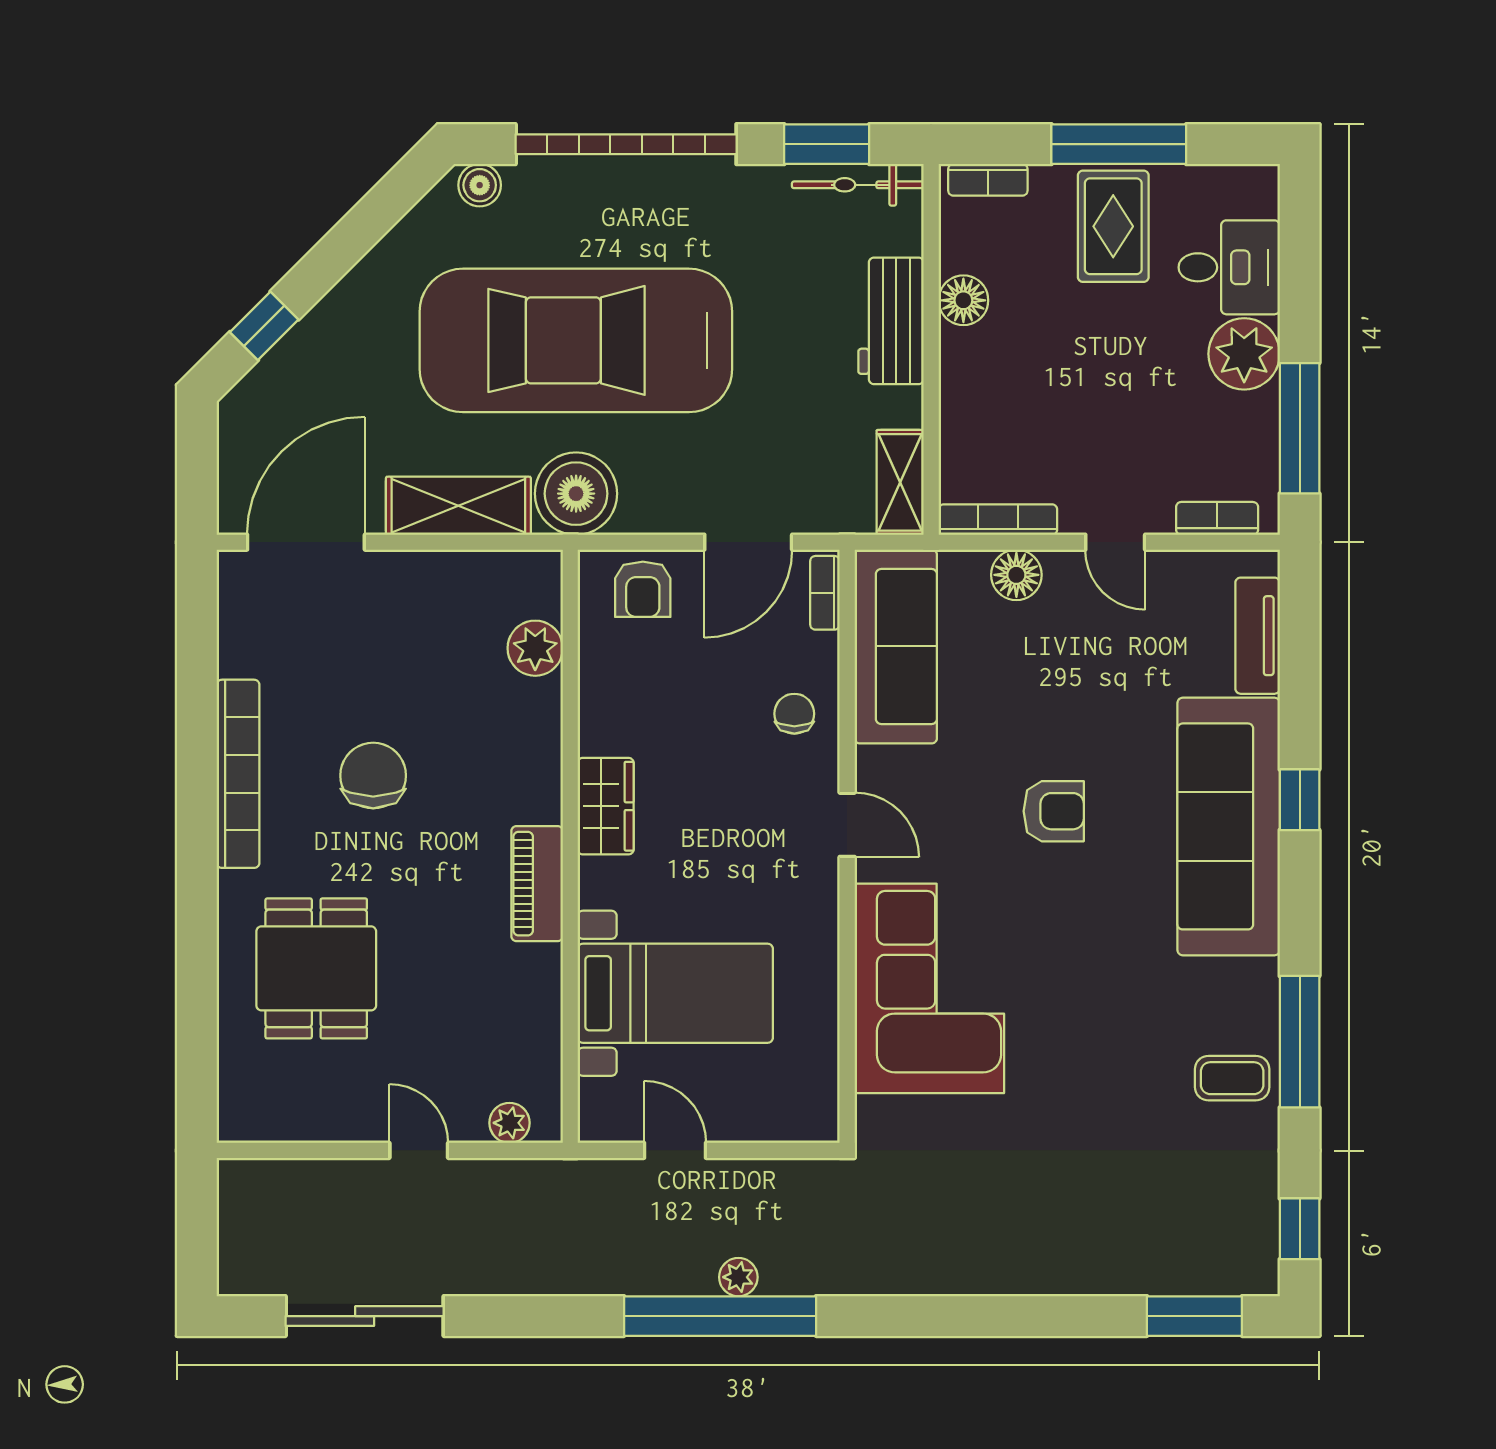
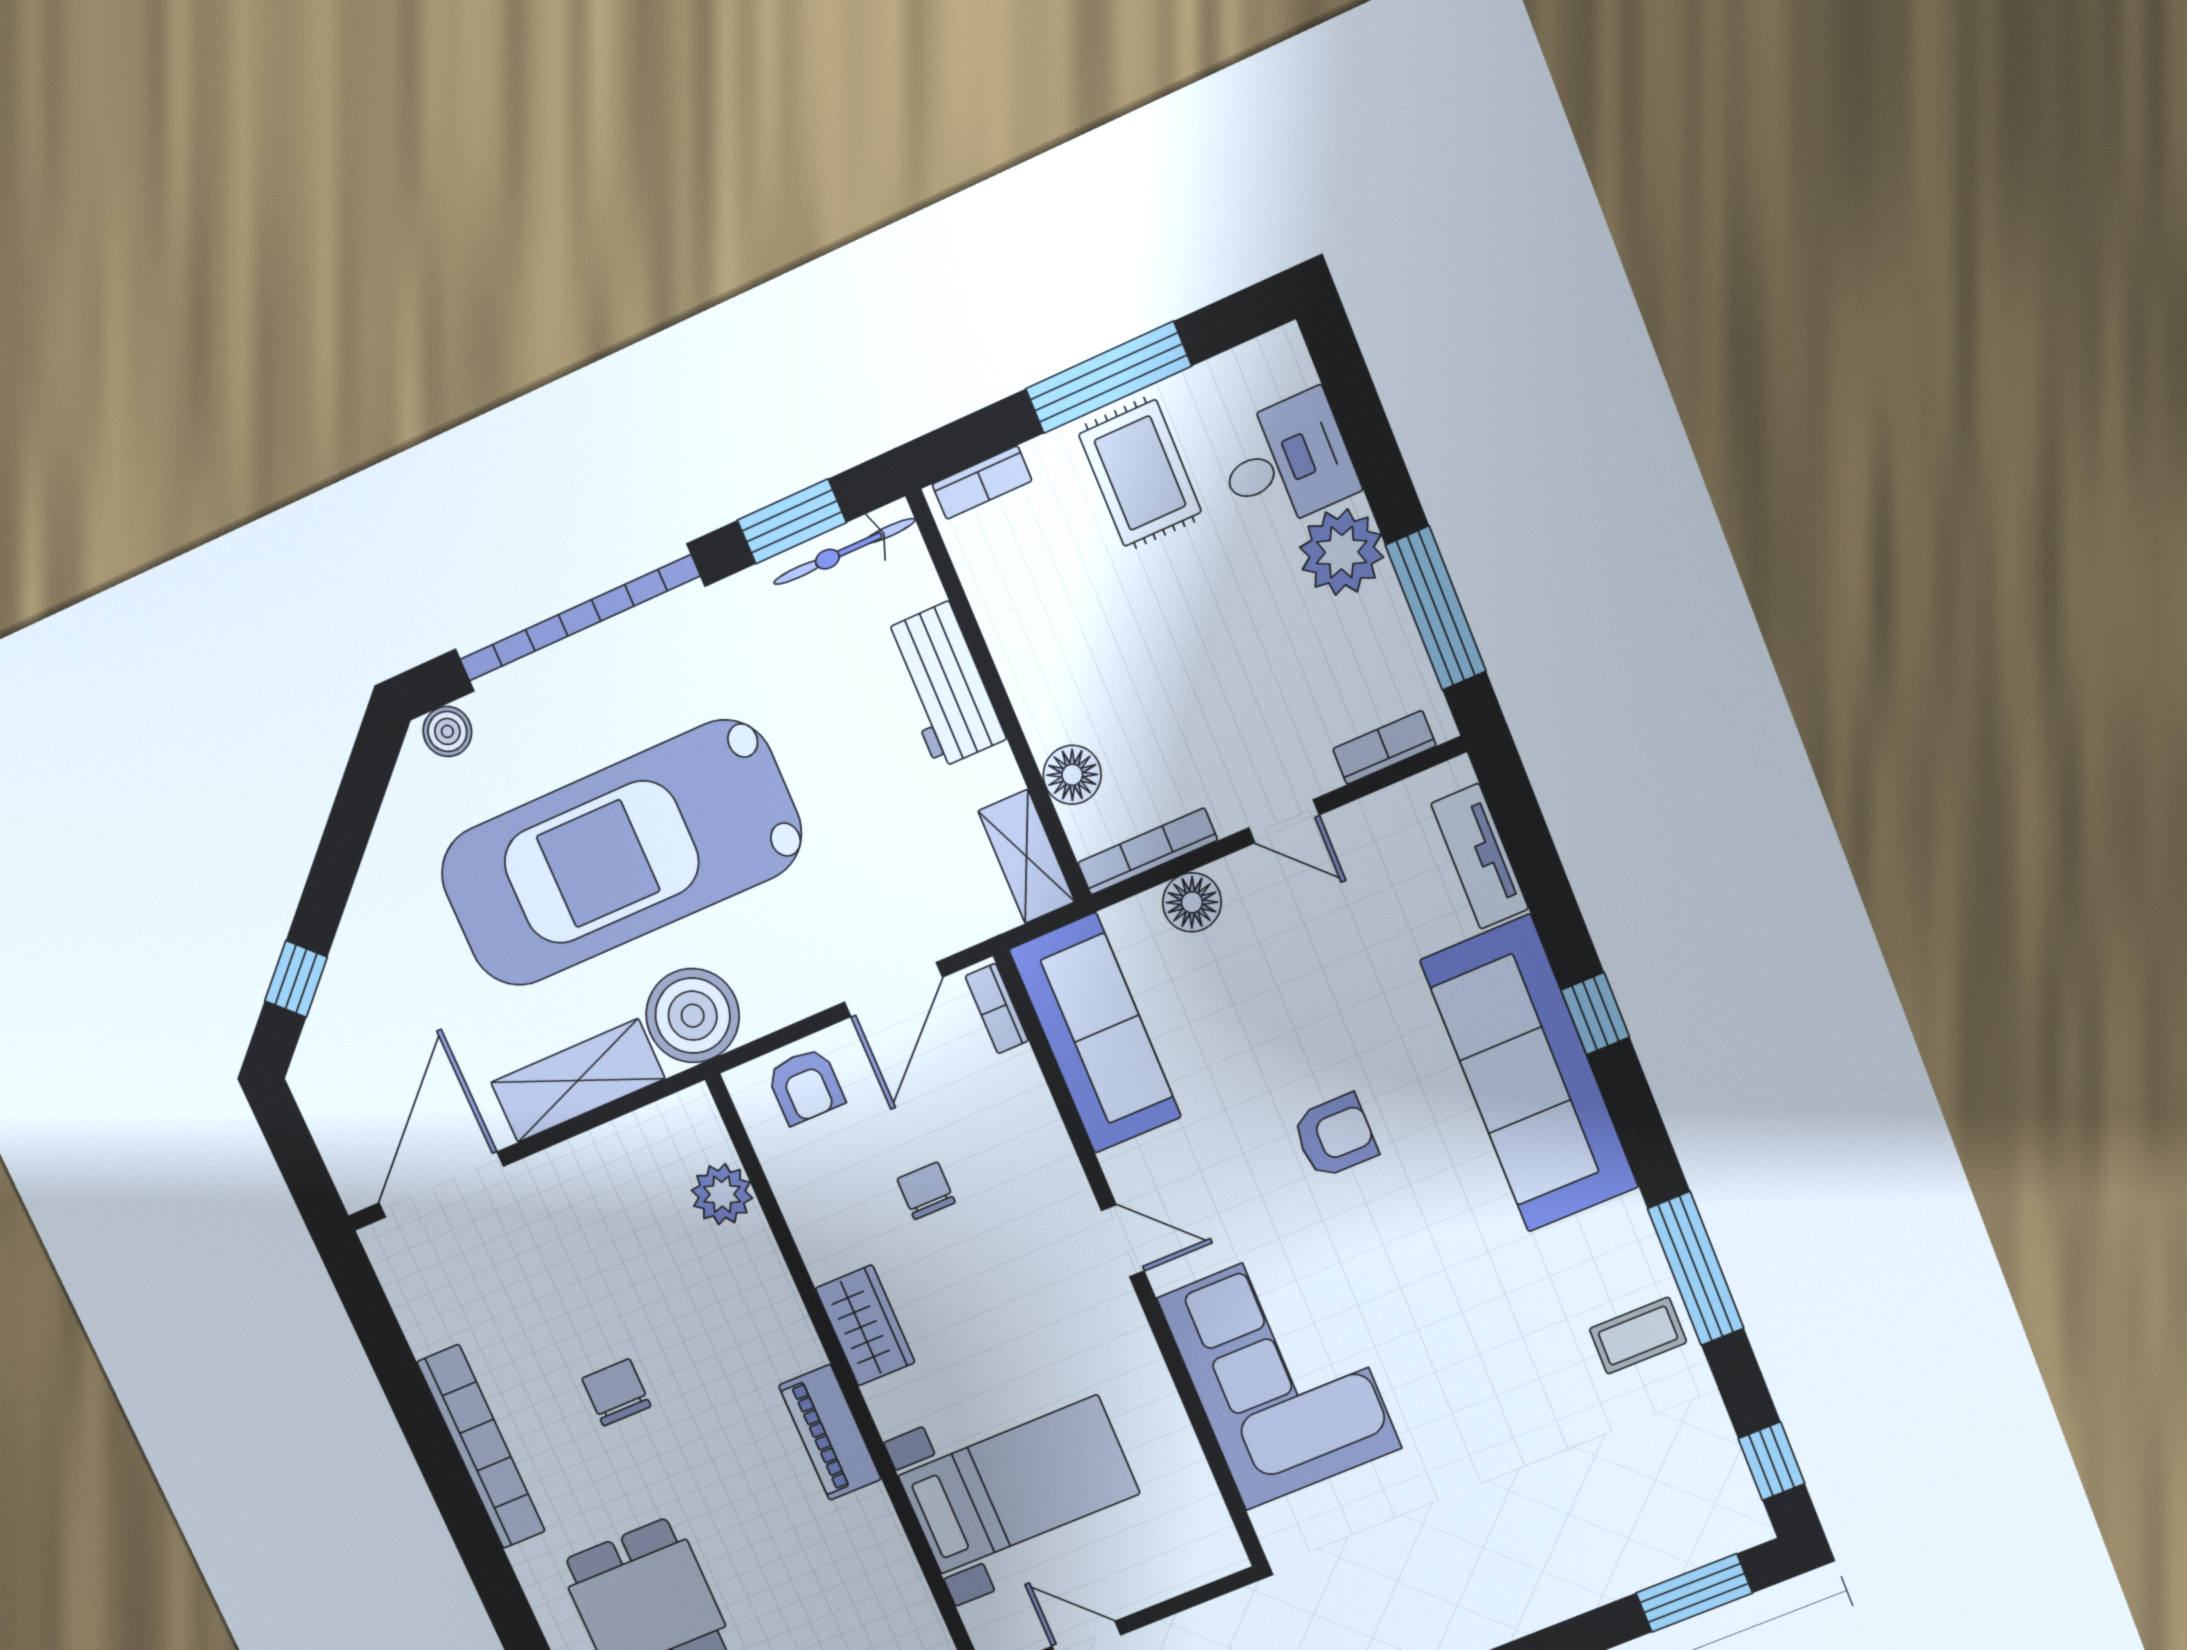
floor lamp: (963, 300) -> (1072, 775), moved
chair: (794, 714) -> (926, 1191), moved
chair: (373, 776) -> (616, 1392), width x0.73, depth x0.73

